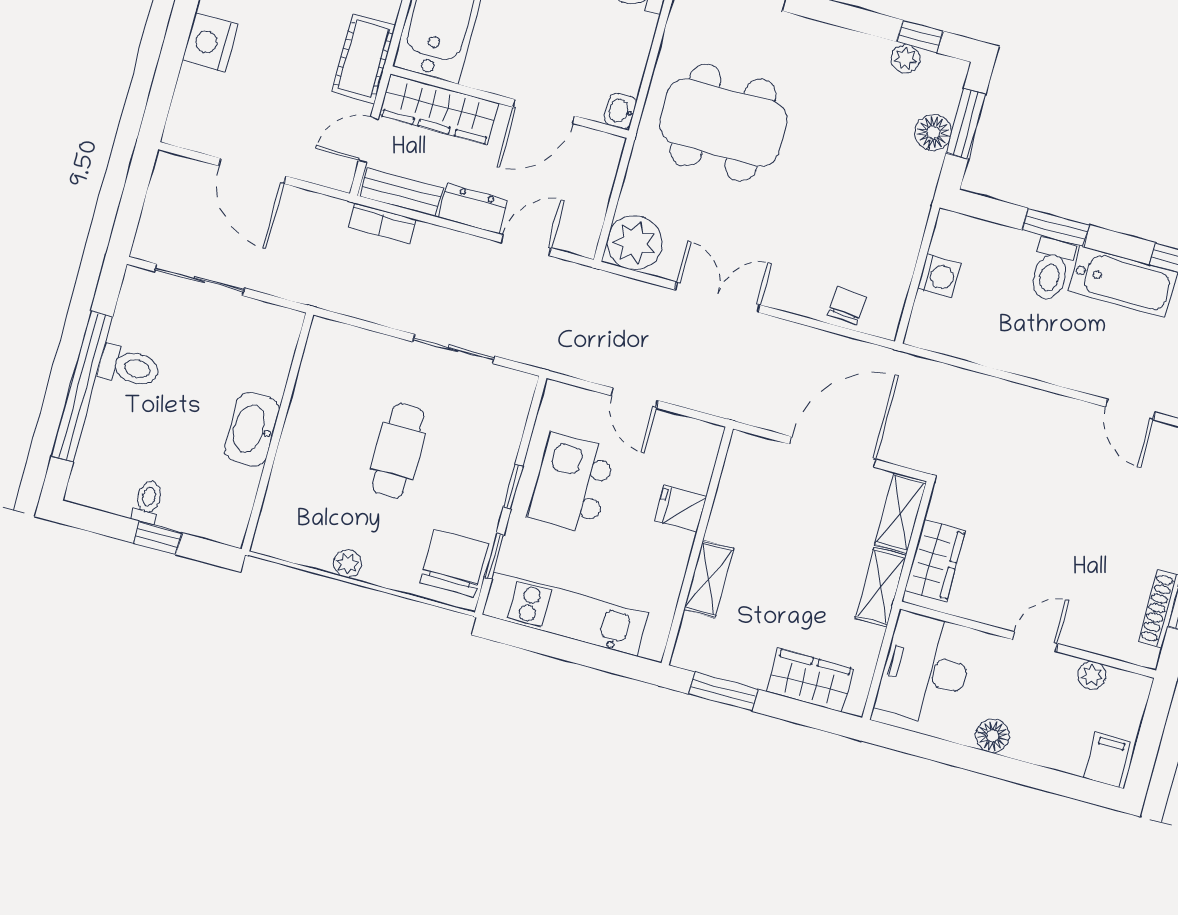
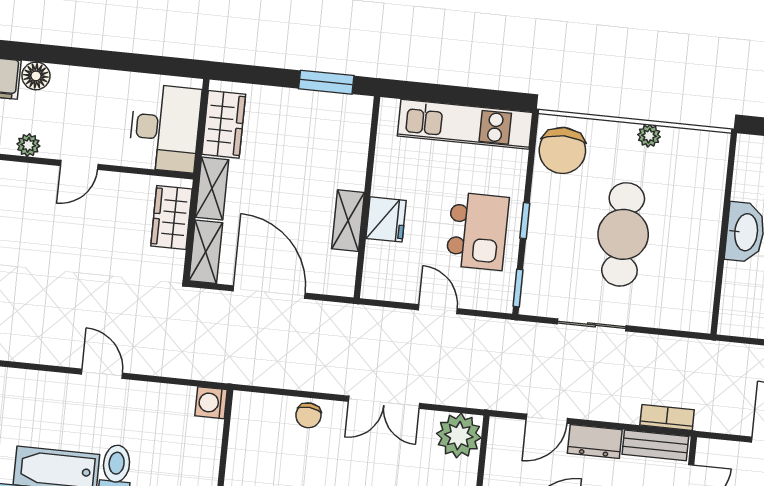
washing machine: (939, 276) -> (211, 403), moved
chair: (847, 306) -> (308, 415), moved
door: (1130, 409) -> (102, 374), moved
cafe table: (398, 451) -> (623, 234), width x1.37, depth x1.35
door: (833, 452) -> (269, 292), swing flipped
fridge: (681, 509) -> (386, 219), width x1.38
window: (494, 556) -> (518, 288), moved
shelving: (709, 579) -> (348, 221), moved
wardrobe: (810, 680) -> (224, 124), moved, turned -90
floor lamp: (993, 736) -> (36, 76), moved

